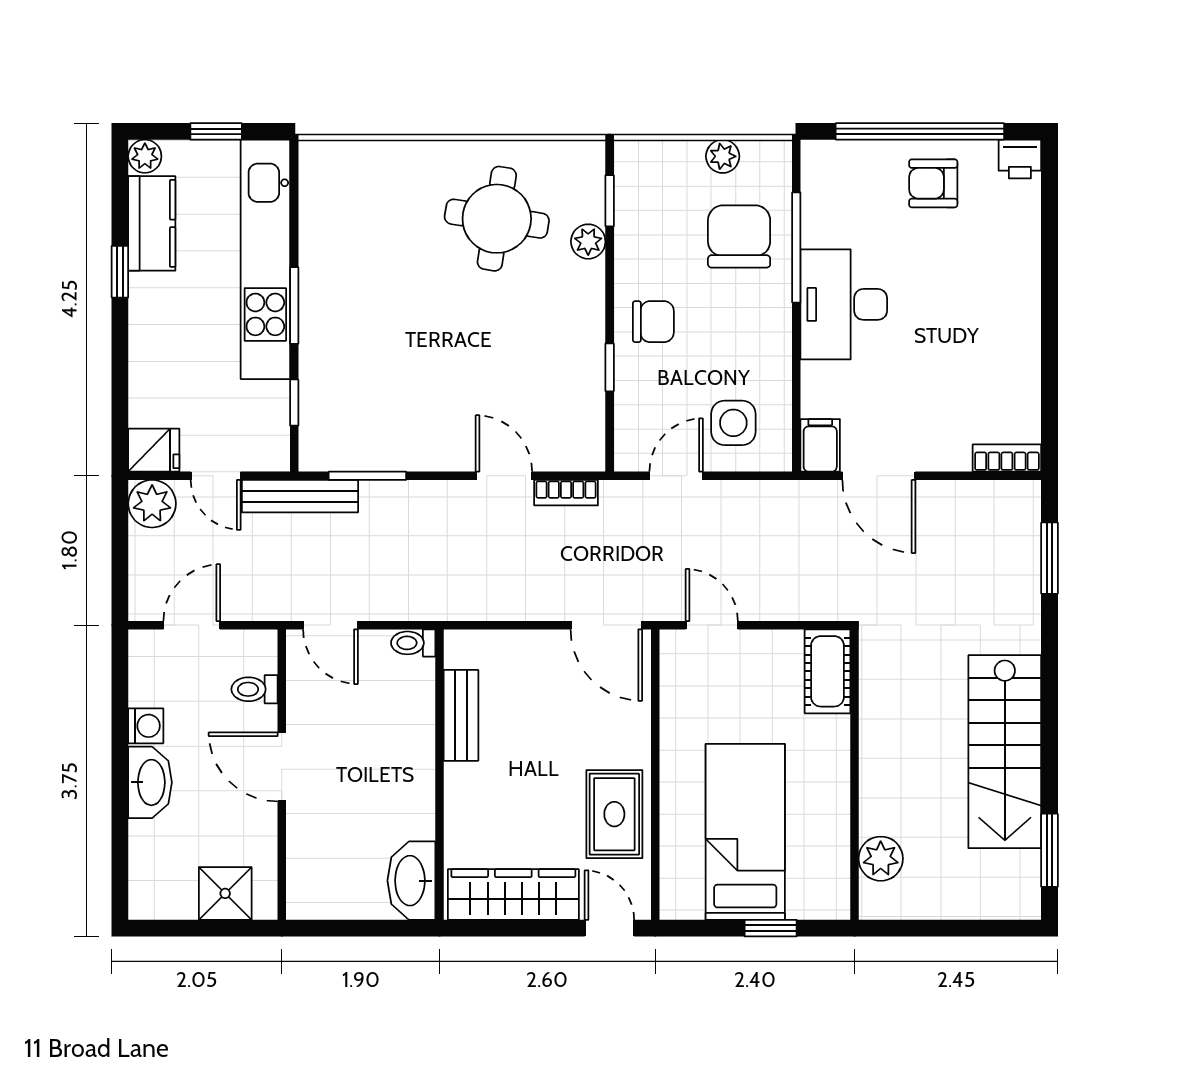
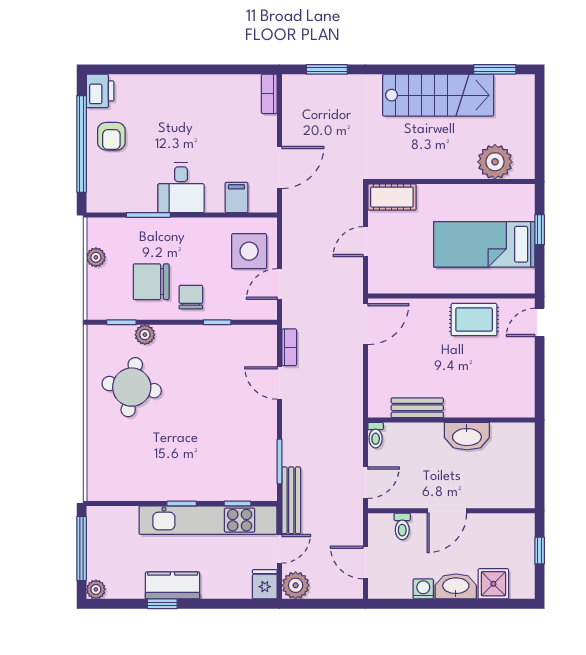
window: (216, 131) -> (82, 548), width x2.17
printer: (1020, 159) -> (100, 91), width x1.36, depth x1.24
kitchen counter: (152, 223) -> (173, 585), moved
chair: (739, 236) -> (151, 282), moved
window: (796, 248) -> (148, 215), width x0.69
kitchen unit: (265, 259) -> (208, 520), moved
desk: (844, 304) -> (181, 188), width x0.73
window: (294, 305) -> (182, 504), width x0.67
side table: (733, 423) -> (249, 251), width x1.37, depth x1.37
filing cabinet: (820, 445) -> (236, 197), moved, turned 90
door: (504, 476) -> (280, 383), hinge flipped
door: (676, 476) -> (280, 284), hinge flipped
door: (712, 625) -> (365, 242), moved
plant: (881, 859) -> (495, 162), width x1.36, depth x1.36
washbasin: (411, 881) -> (467, 436), moved
shower: (225, 893) -> (493, 584), moved
wardrobe: (513, 894) -> (520, 378), removed
window: (212, 928) -> (540, 551), added

